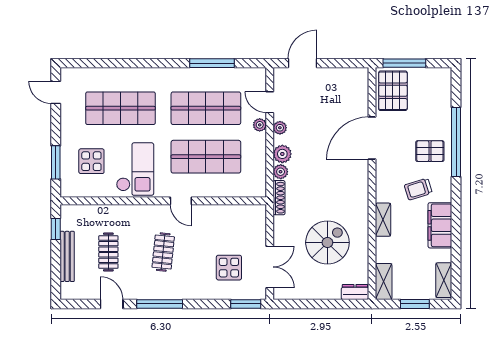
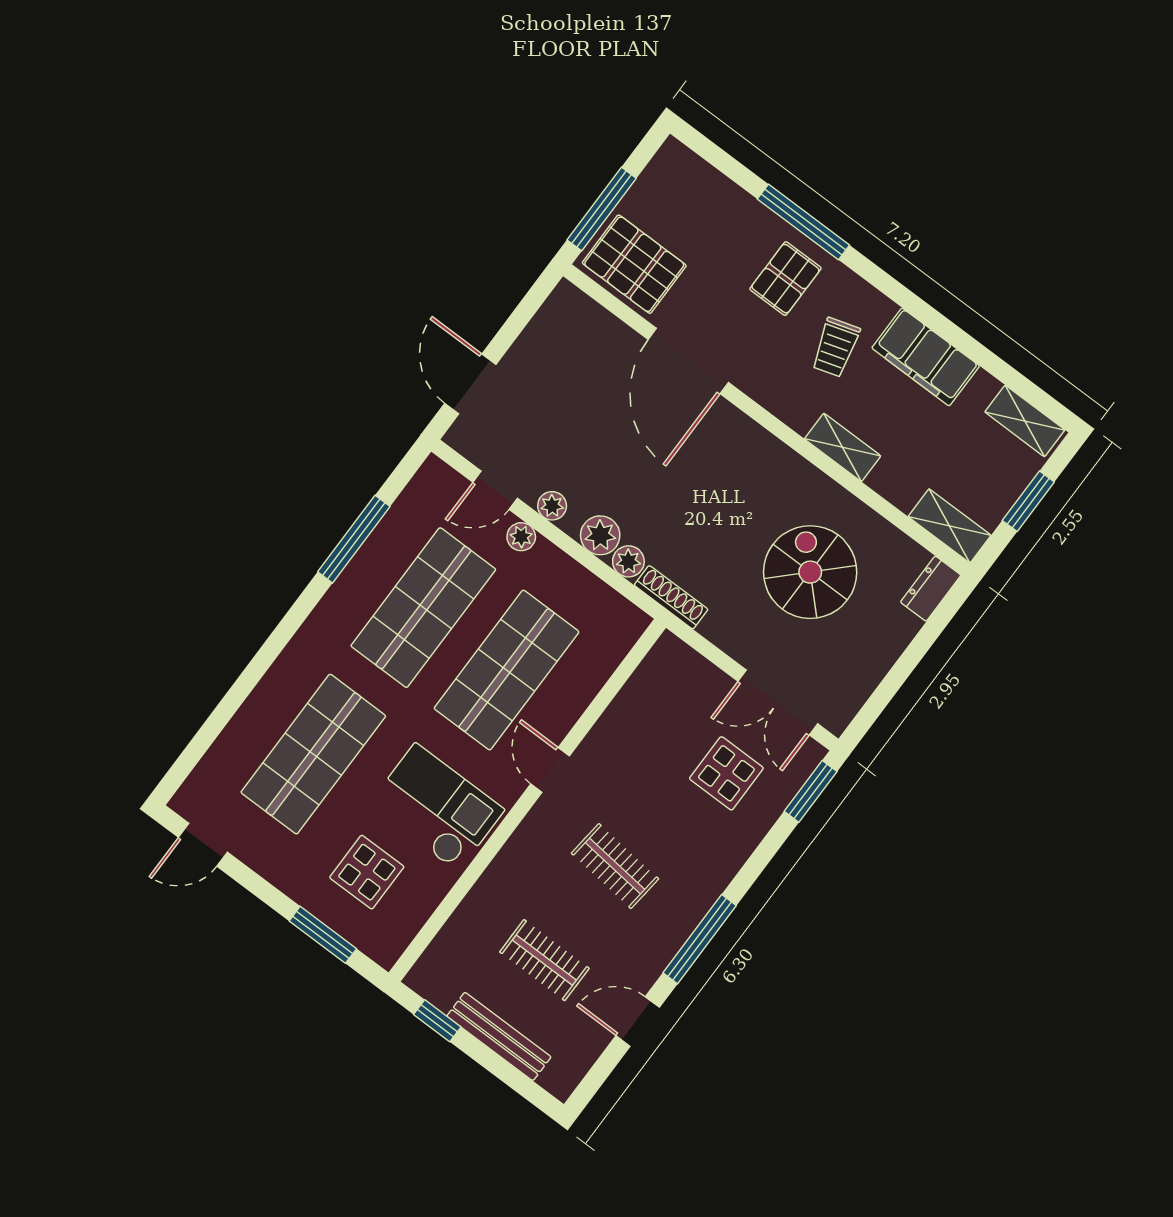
window: (456, 142) -> (803, 222), width x0.68
door: (181, 201) -> (550, 770), swing flipped
double door: (270, 267) -> (778, 702), swing flipped

